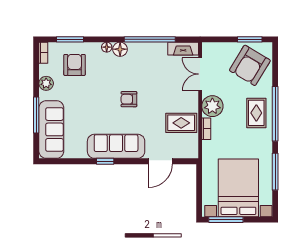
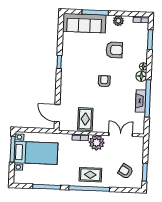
fireplace: (183, 49) -> (141, 101), moved
armchair: (75, 65) -> (114, 50), moved
armchair: (250, 65) -> (126, 171), width x0.53, depth x0.53
sofa: (116, 146) -> (70, 70), removed
door: (160, 161) -> (57, 113), moved
bed with nightstands: (238, 188) -> (36, 153), width x0.73

